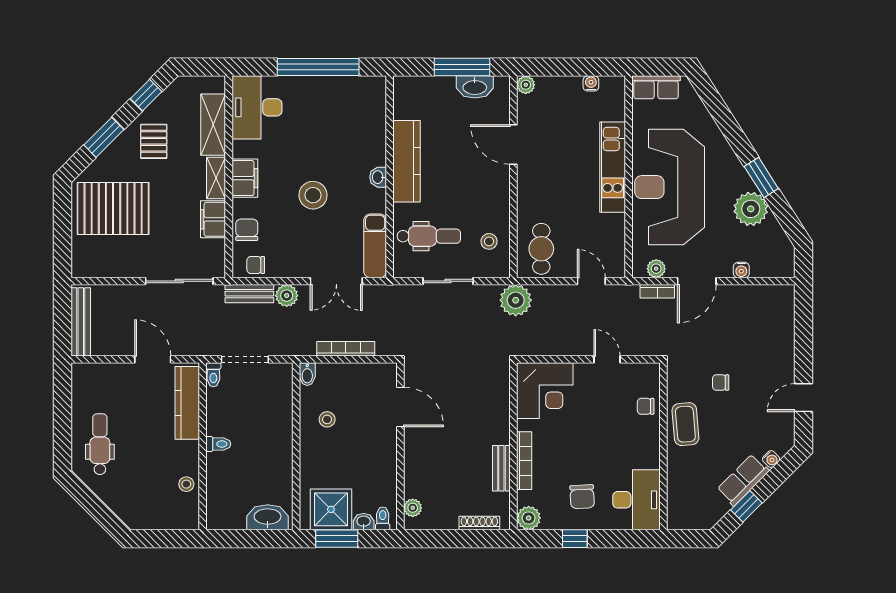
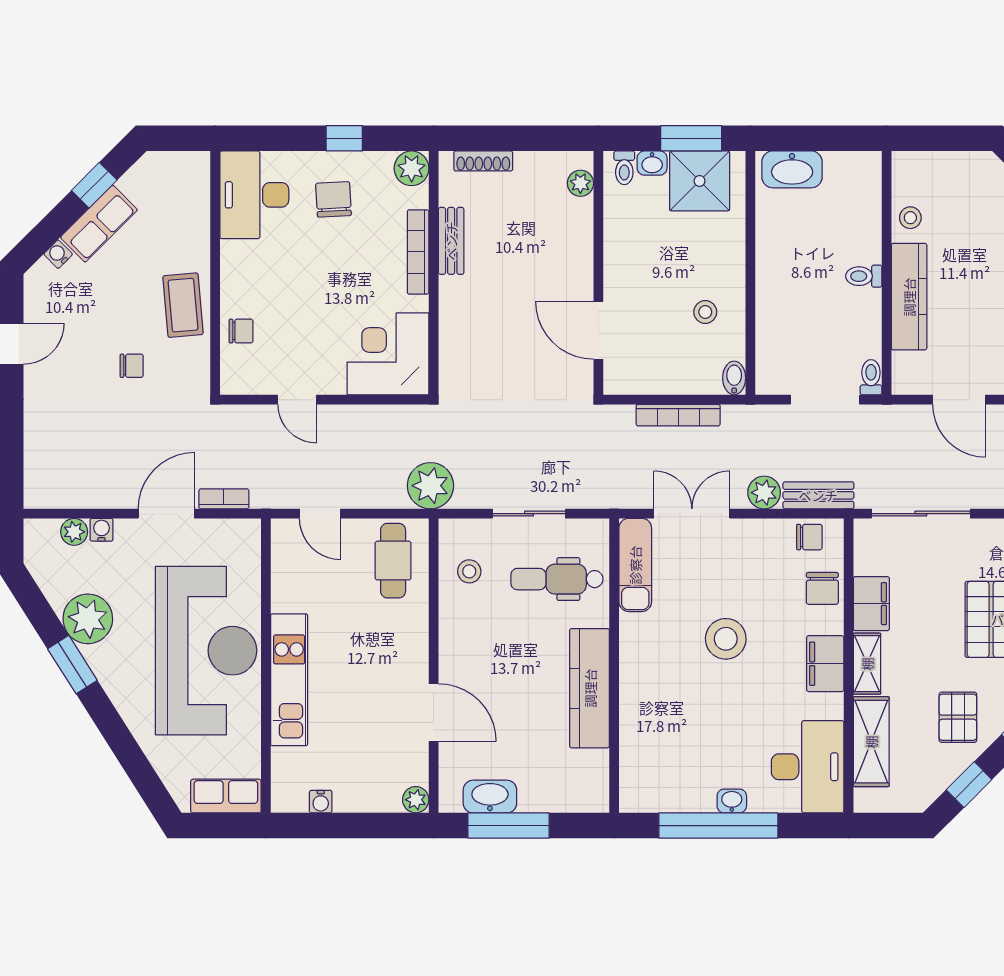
washbasin: (378, 177) -> (732, 801), moved, turned -90
plant: (656, 269) -> (74, 532), moved
kitchen counter: (187, 403) -> (909, 297), moved

